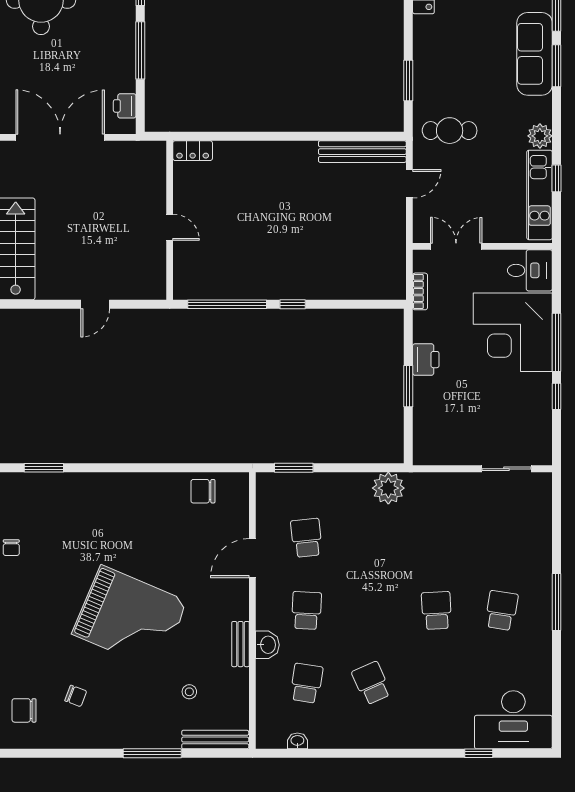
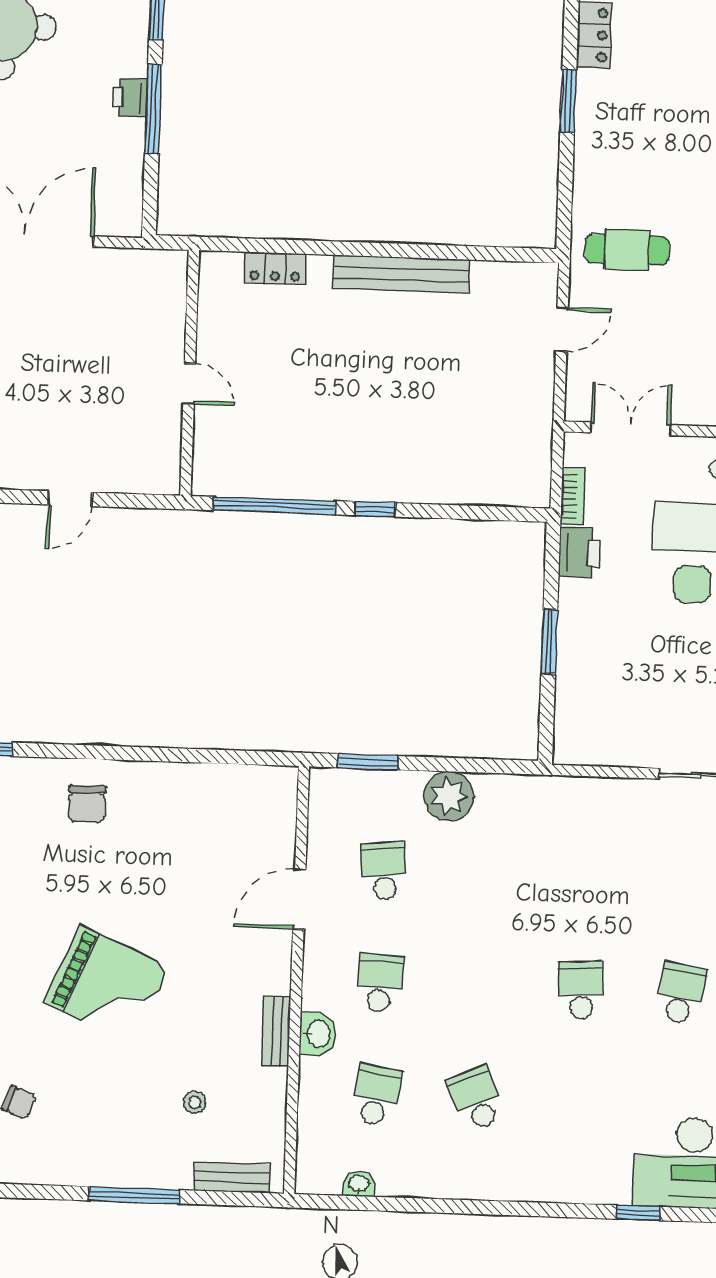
window: (408, 80) -> (568, 101), moved
printer: (125, 106) -> (130, 97), moved
locker: (193, 151) -> (275, 268), moved
bench: (362, 152) -> (401, 274), moved
printer: (426, 360) -> (580, 552), moved
plant: (388, 488) -> (449, 796), moved
chair: (203, 491) -> (87, 804), moved, turned -90
grand piano: (130, 618) -> (106, 985), width x0.73, depth x0.68
bench: (215, 740) -> (232, 1177), width x0.73

